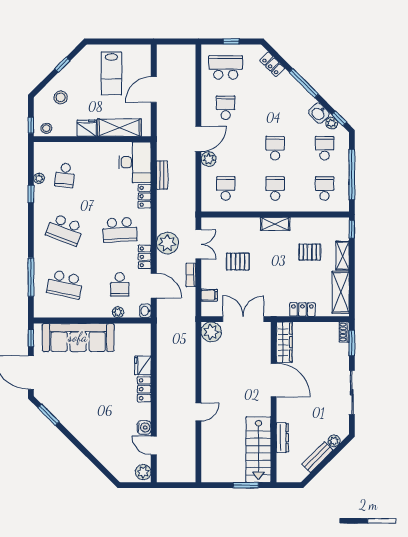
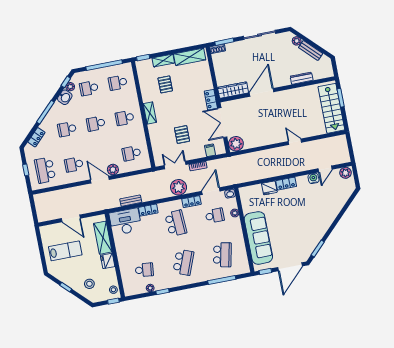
school desk: (275, 108) -> (67, 129), added
locker: (302, 310) -> (211, 100), moved
stairs: (259, 450) -> (331, 108), moved, turned 90

